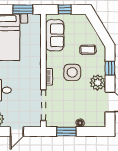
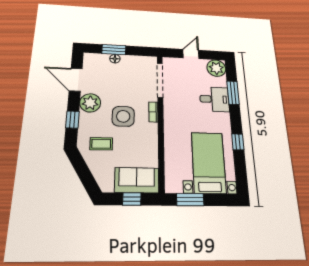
sofa: (55, 35) -> (137, 180), moved, turned 90
window: (66, 131) -> (114, 50), moved

